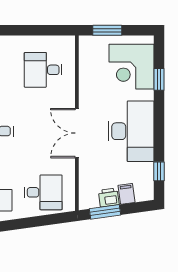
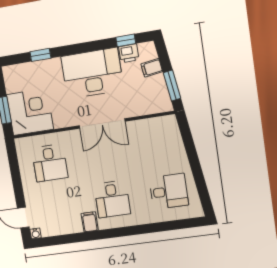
corner desk: (131, 67) -> (30, 112), moved, turned -90
desk: (43, 192) -> (162, 146), removed
printer: (109, 198) -> (129, 53), moved, turned -82

